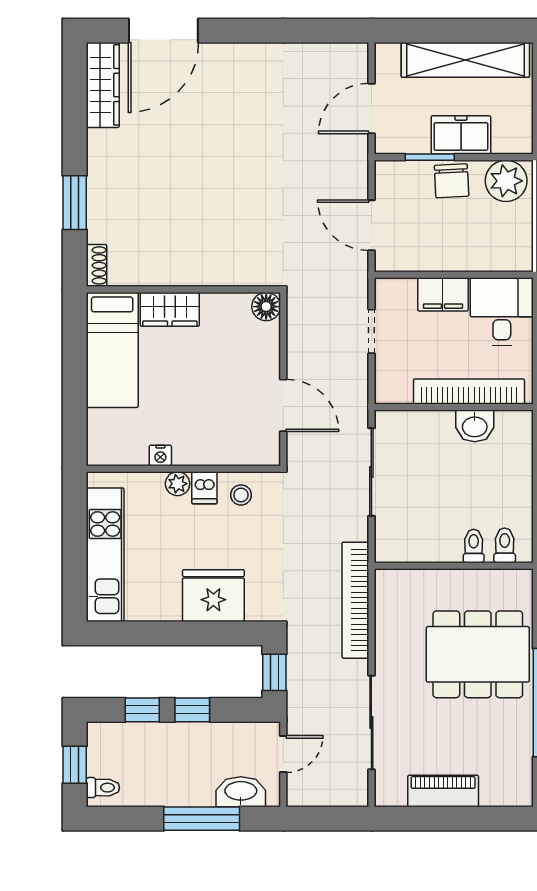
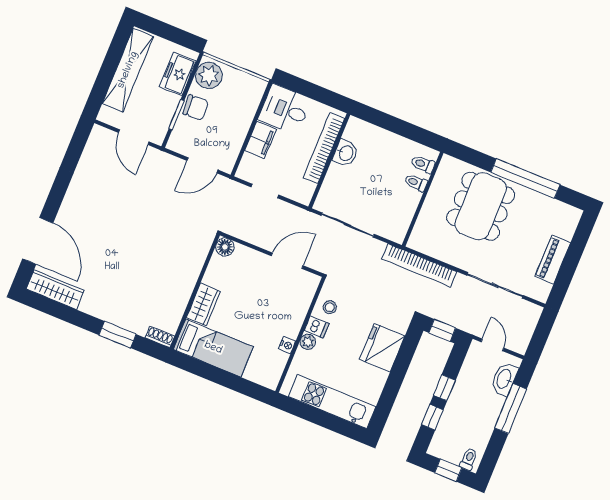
freezer: (461, 135) -> (178, 74), moved

